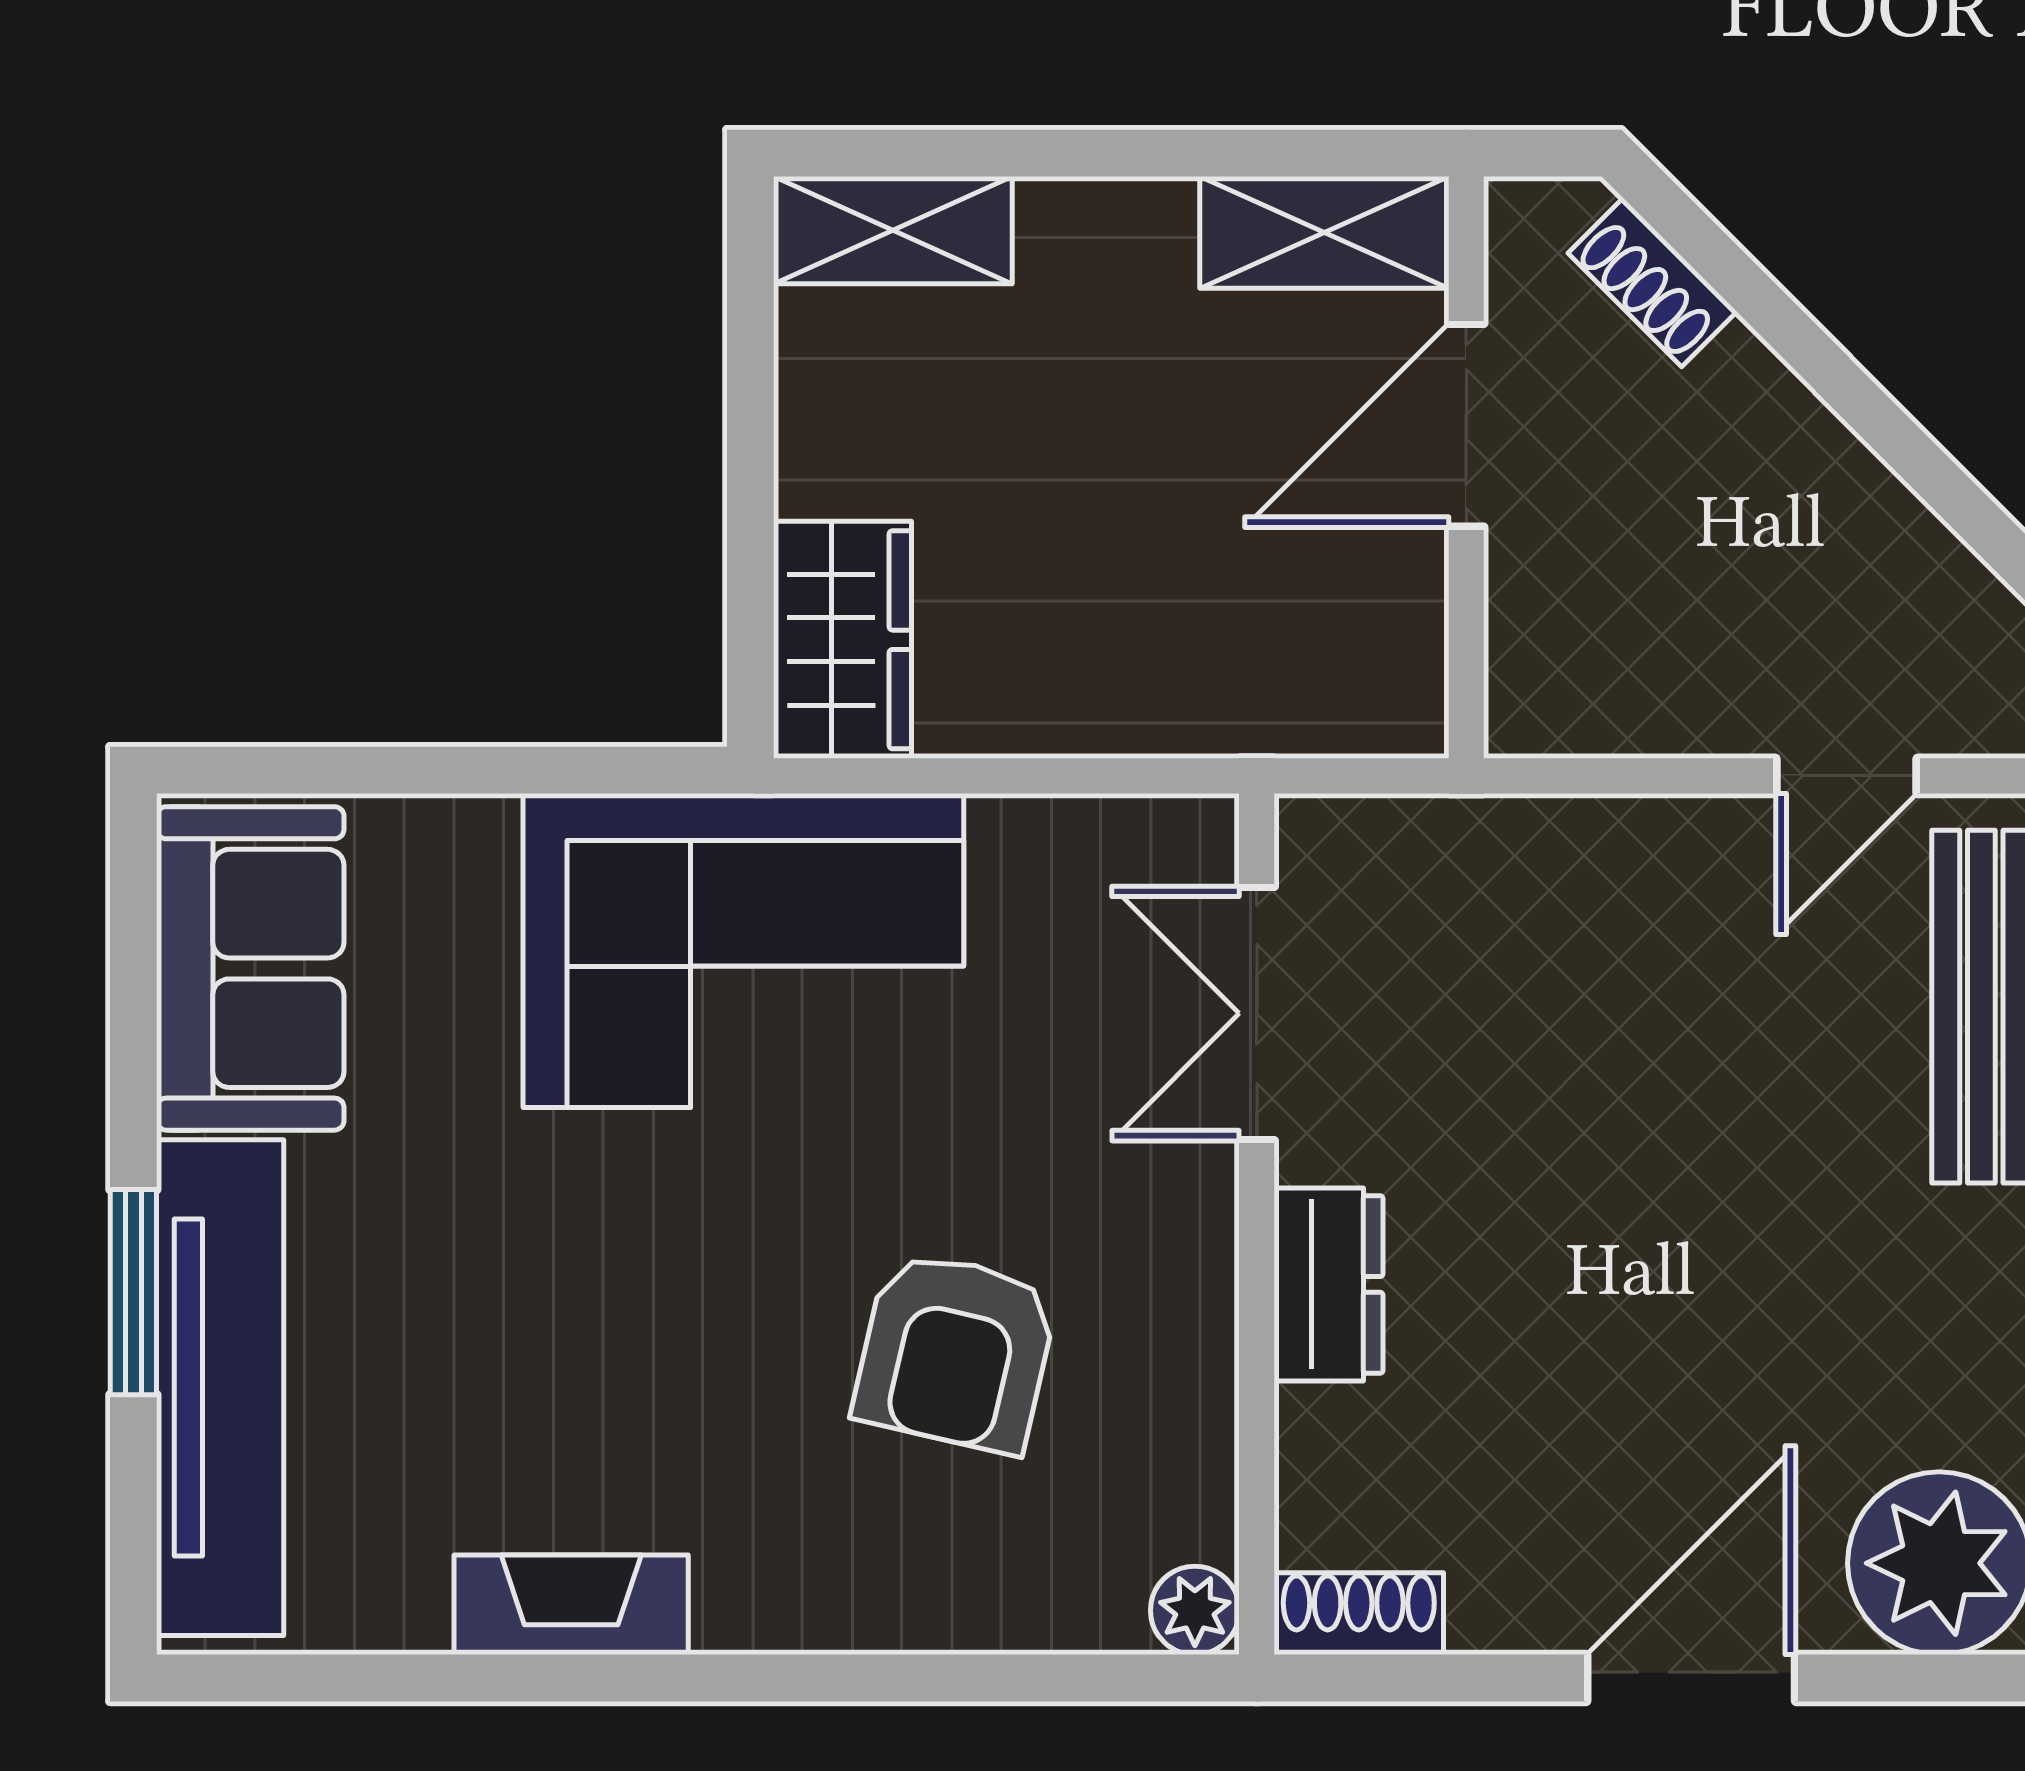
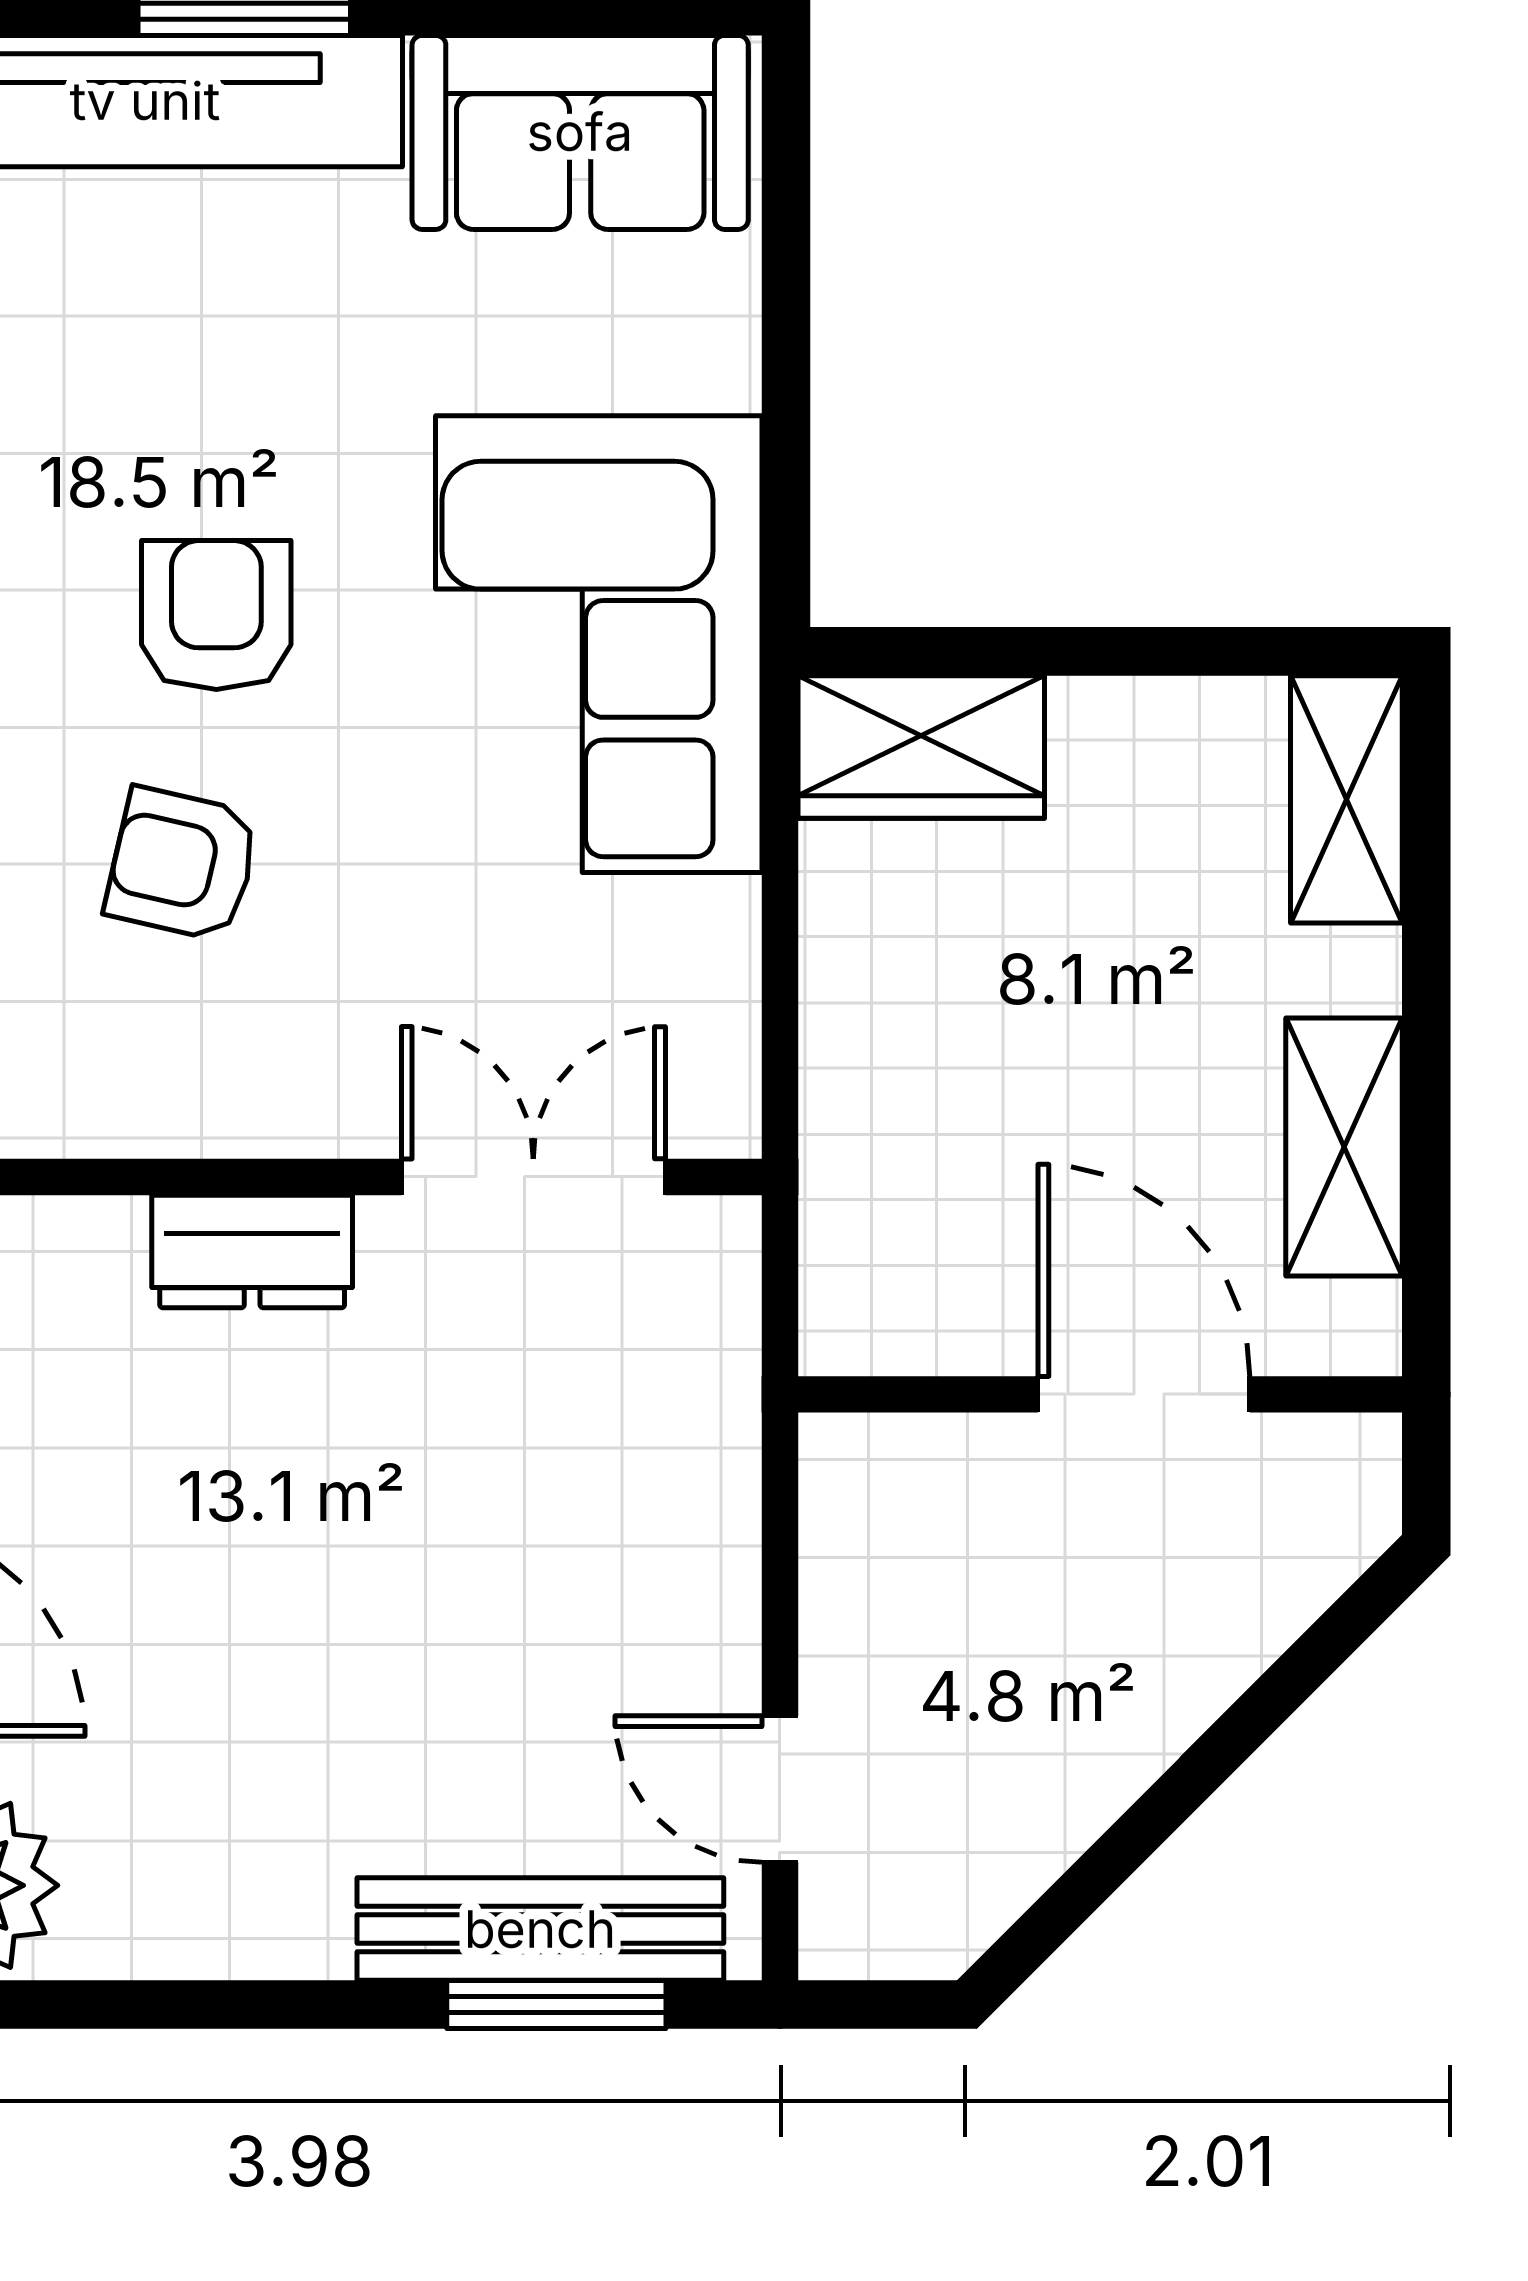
shelving: (1324, 232) -> (1344, 1147), moved
shoe rack: (1652, 282) -> (1292, 1588), removed
armchair: (715, 1319) -> (216, 615), added
armchair: (955, 1352) -> (182, 864), width x0.72, depth x0.72

